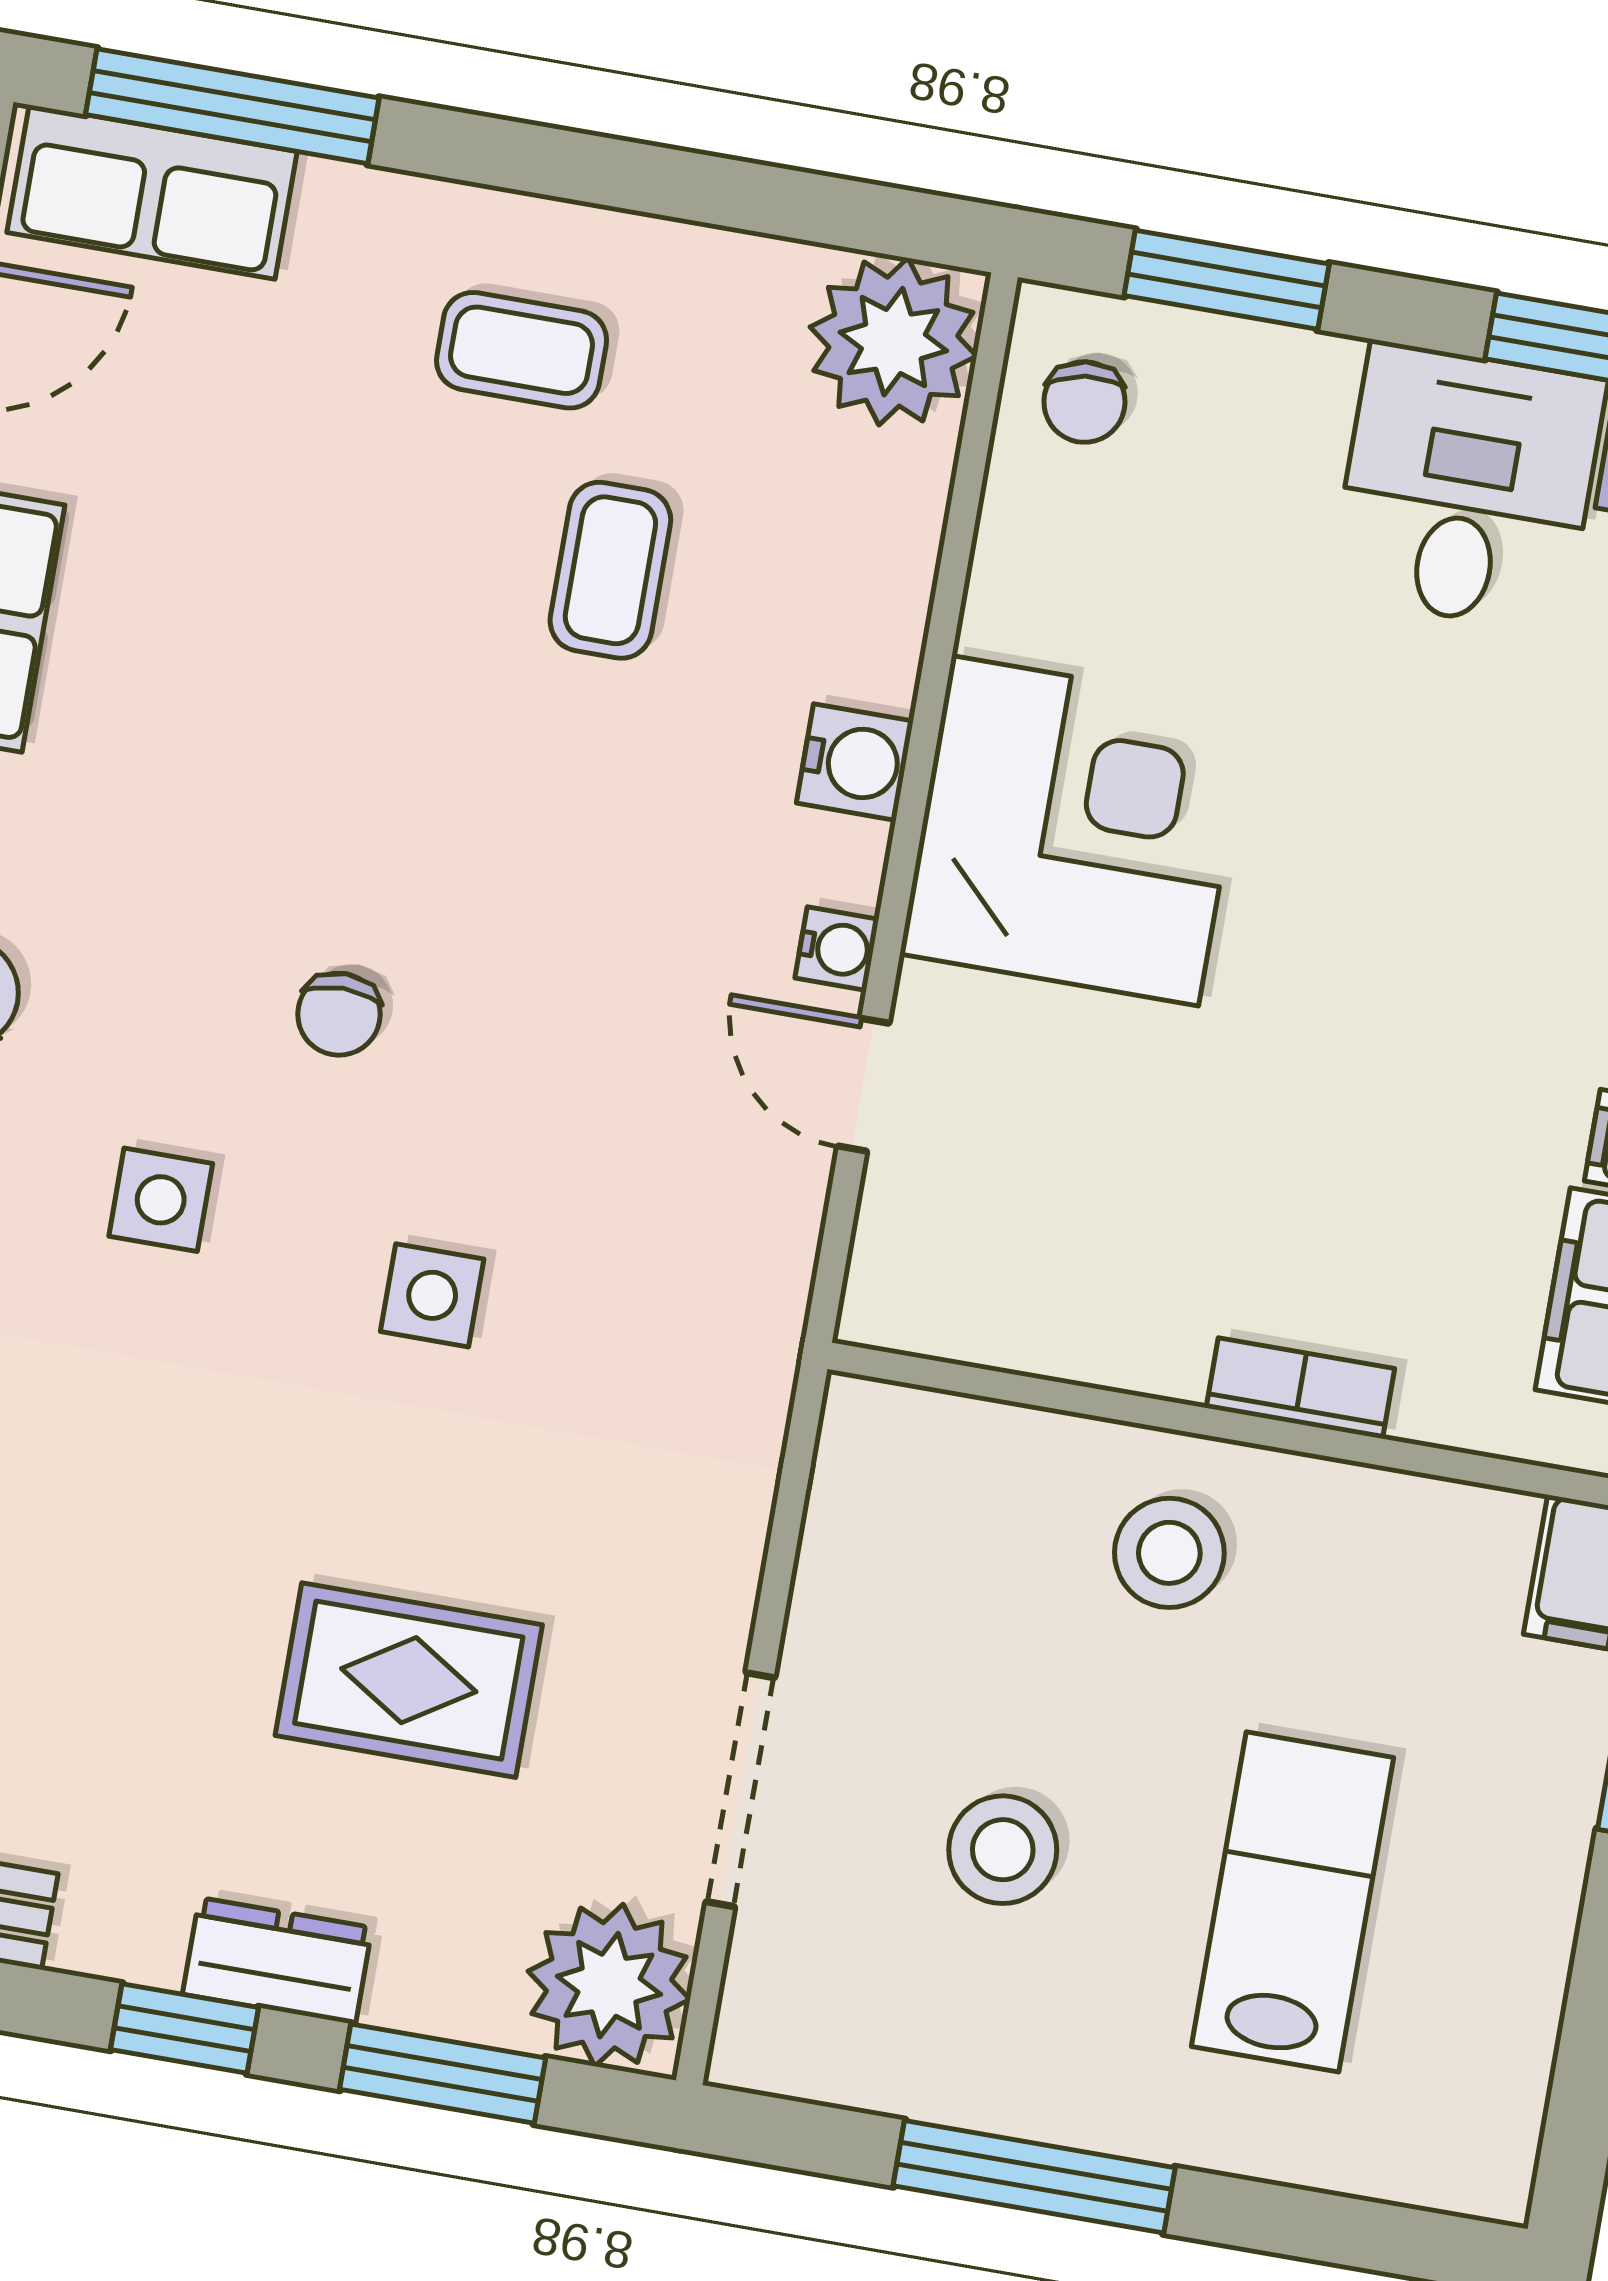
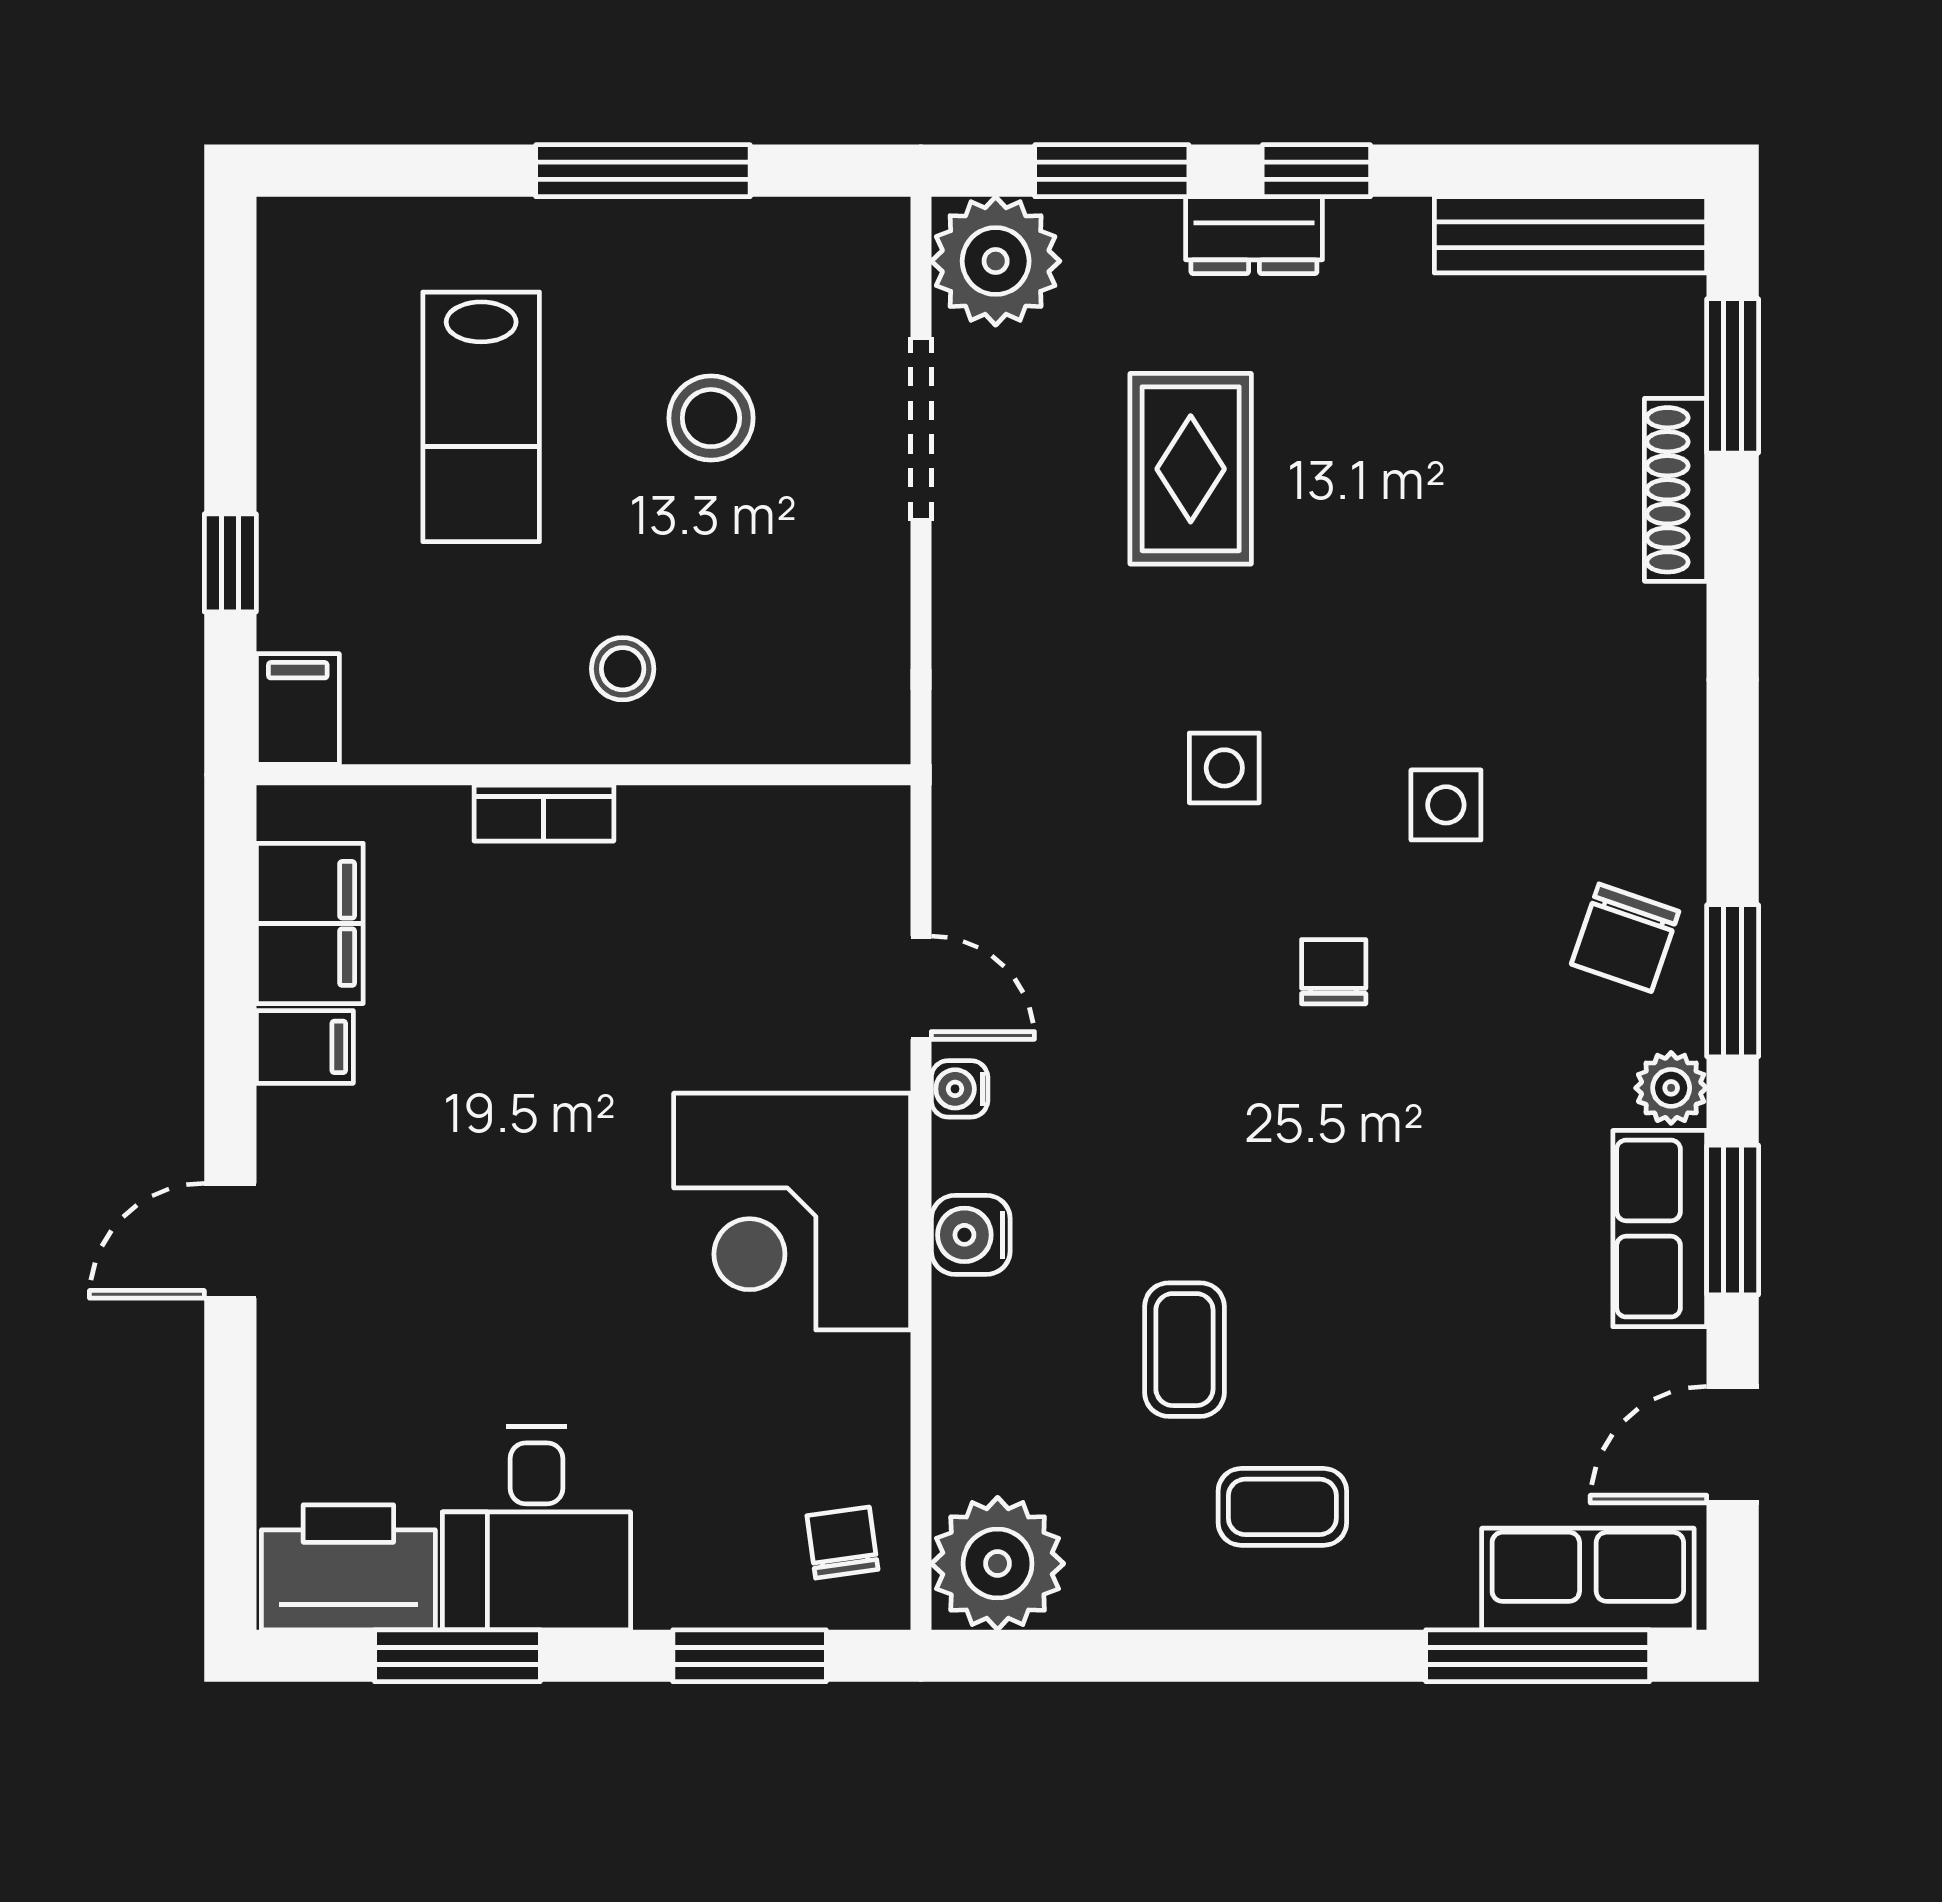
stool: (1169, 1553) -> (623, 669), width x0.73, depth x0.73
rug: (409, 1680) -> (1191, 469), turned 90

